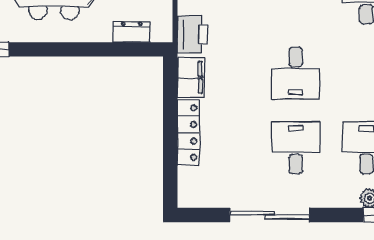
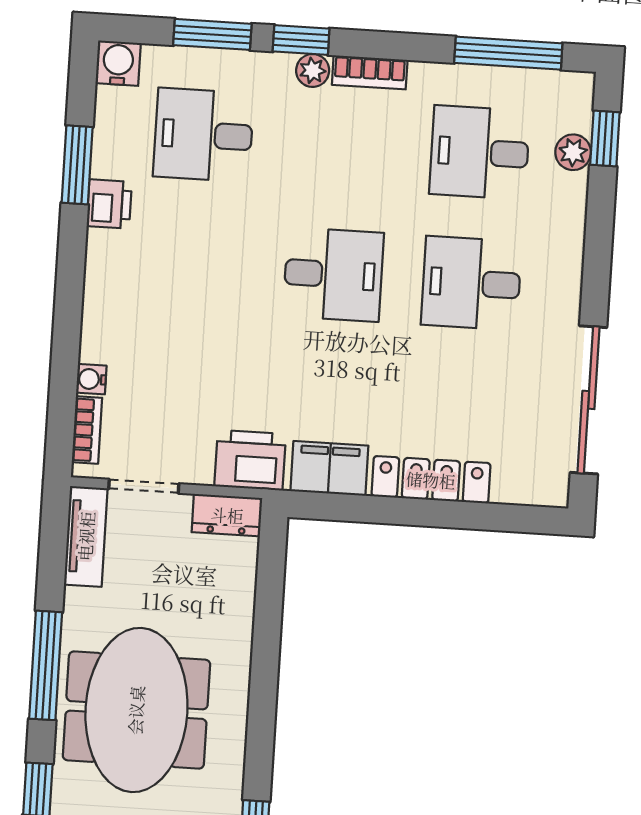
dresser: (132, 32) -> (227, 515), moved, turned -90
sliding door: (270, 215) -> (588, 400), moved

